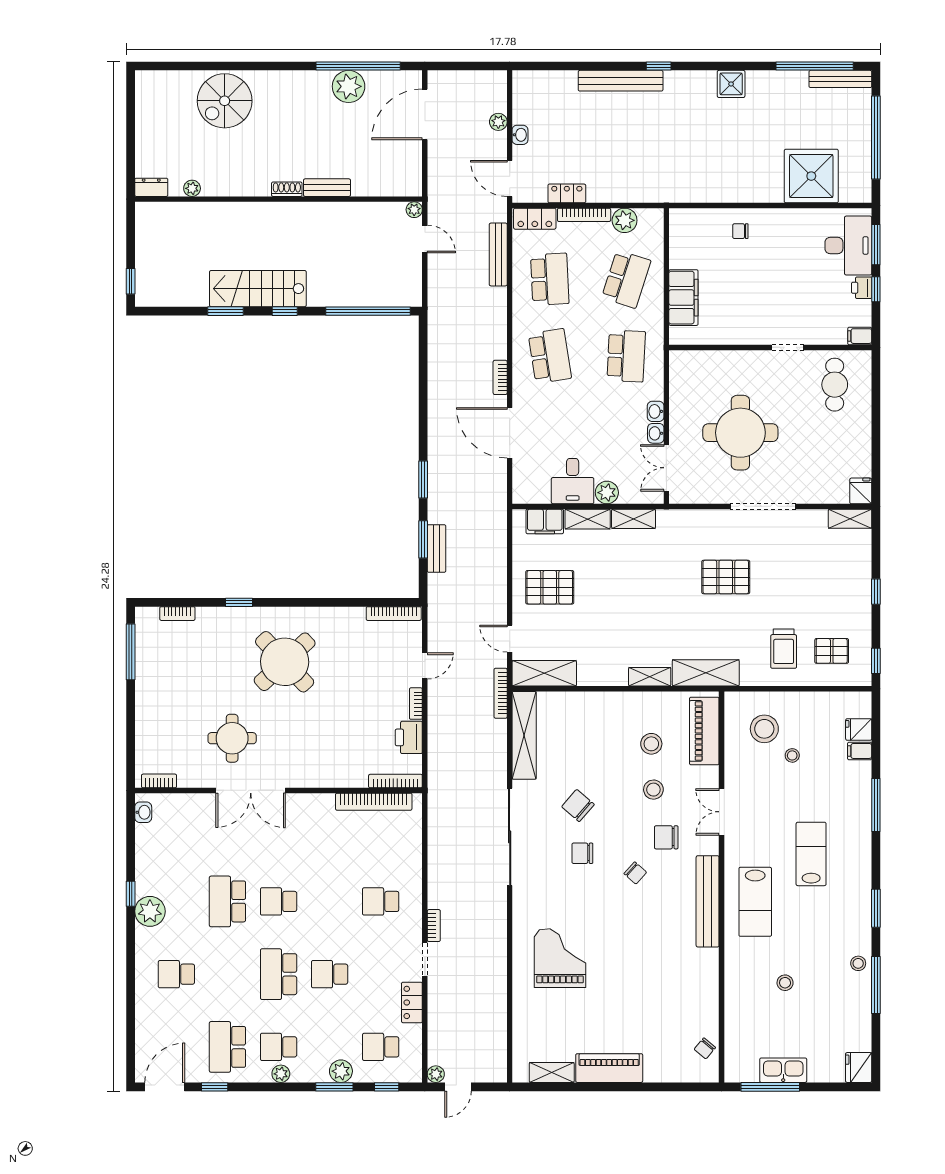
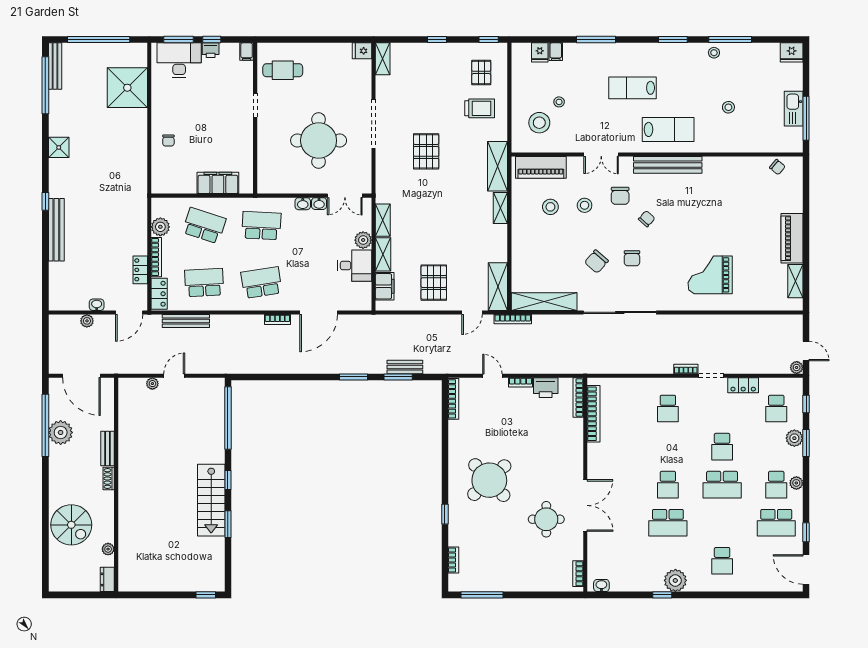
dresser: (151, 187) -> (107, 579), moved
plant: (192, 188) -> (108, 549), moved
bench: (327, 188) -> (108, 449), moved
shoe rack: (287, 189) -> (109, 478), moved
wall: (279, 199) -> (116, 485), moved

